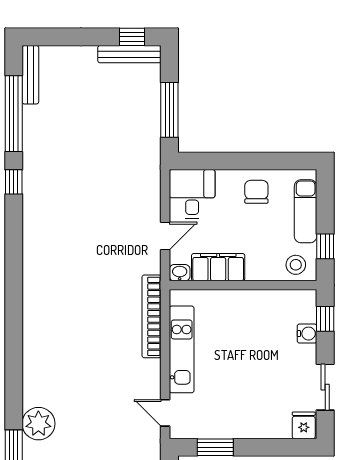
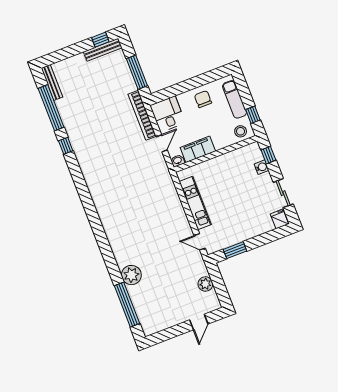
bookcase: (152, 316) -> (142, 115), moved

